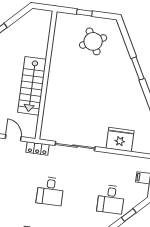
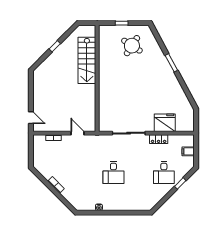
round table: (93, 41) -> (132, 46), turned -30
stairs: (32, 86) -> (87, 60), moved
locker: (37, 148) -> (159, 139), moved

